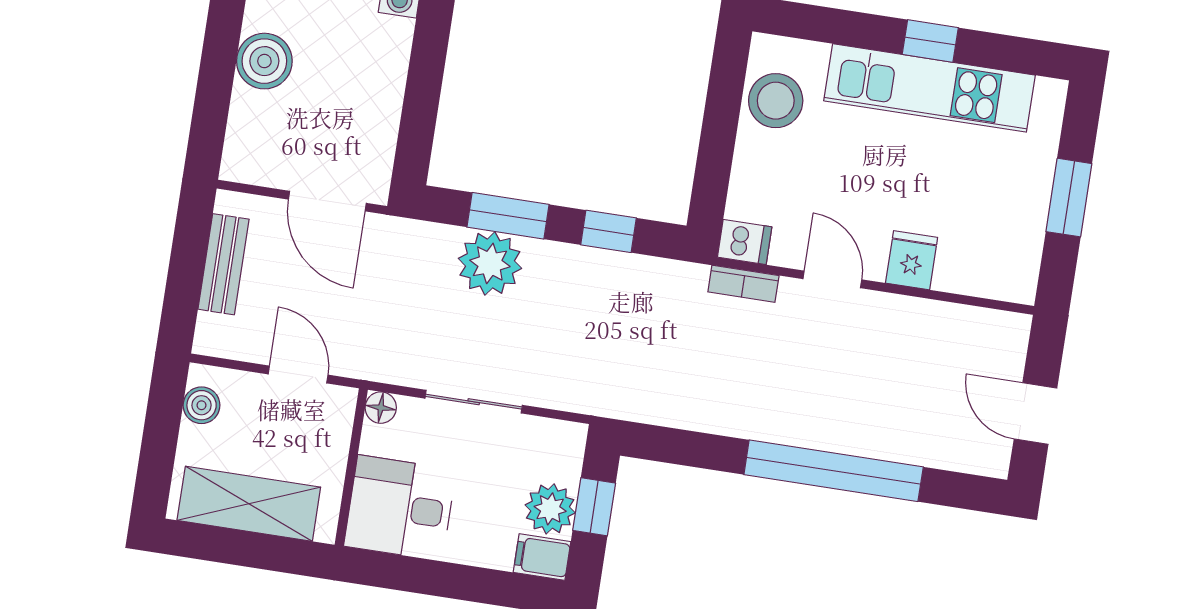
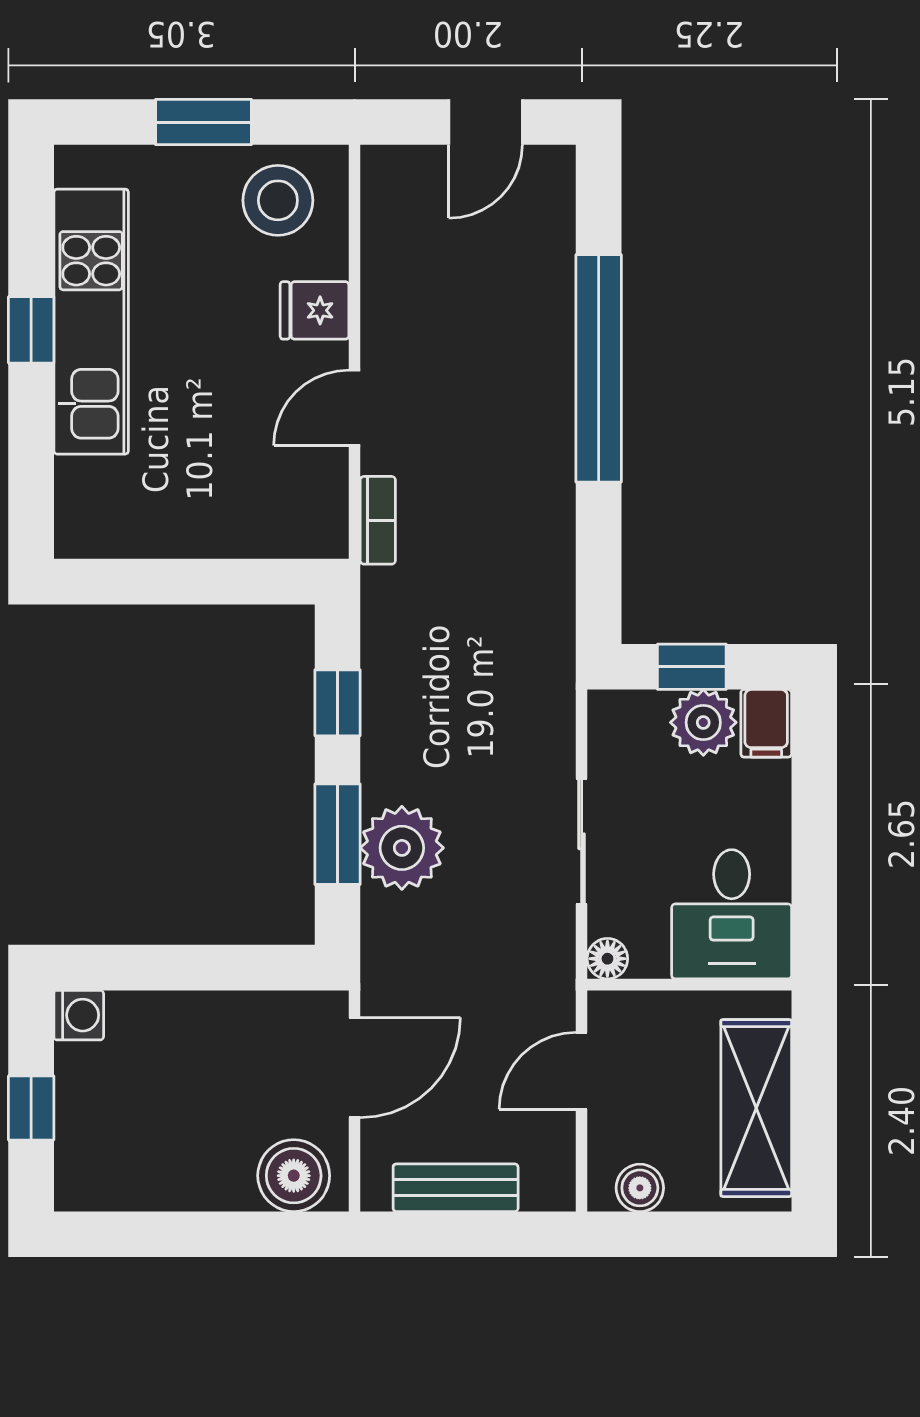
boiler: (264, 61) -> (294, 1176), moved
stool: (776, 101) -> (278, 200), moved
dishwasher: (745, 242) -> (324, 527), removed

